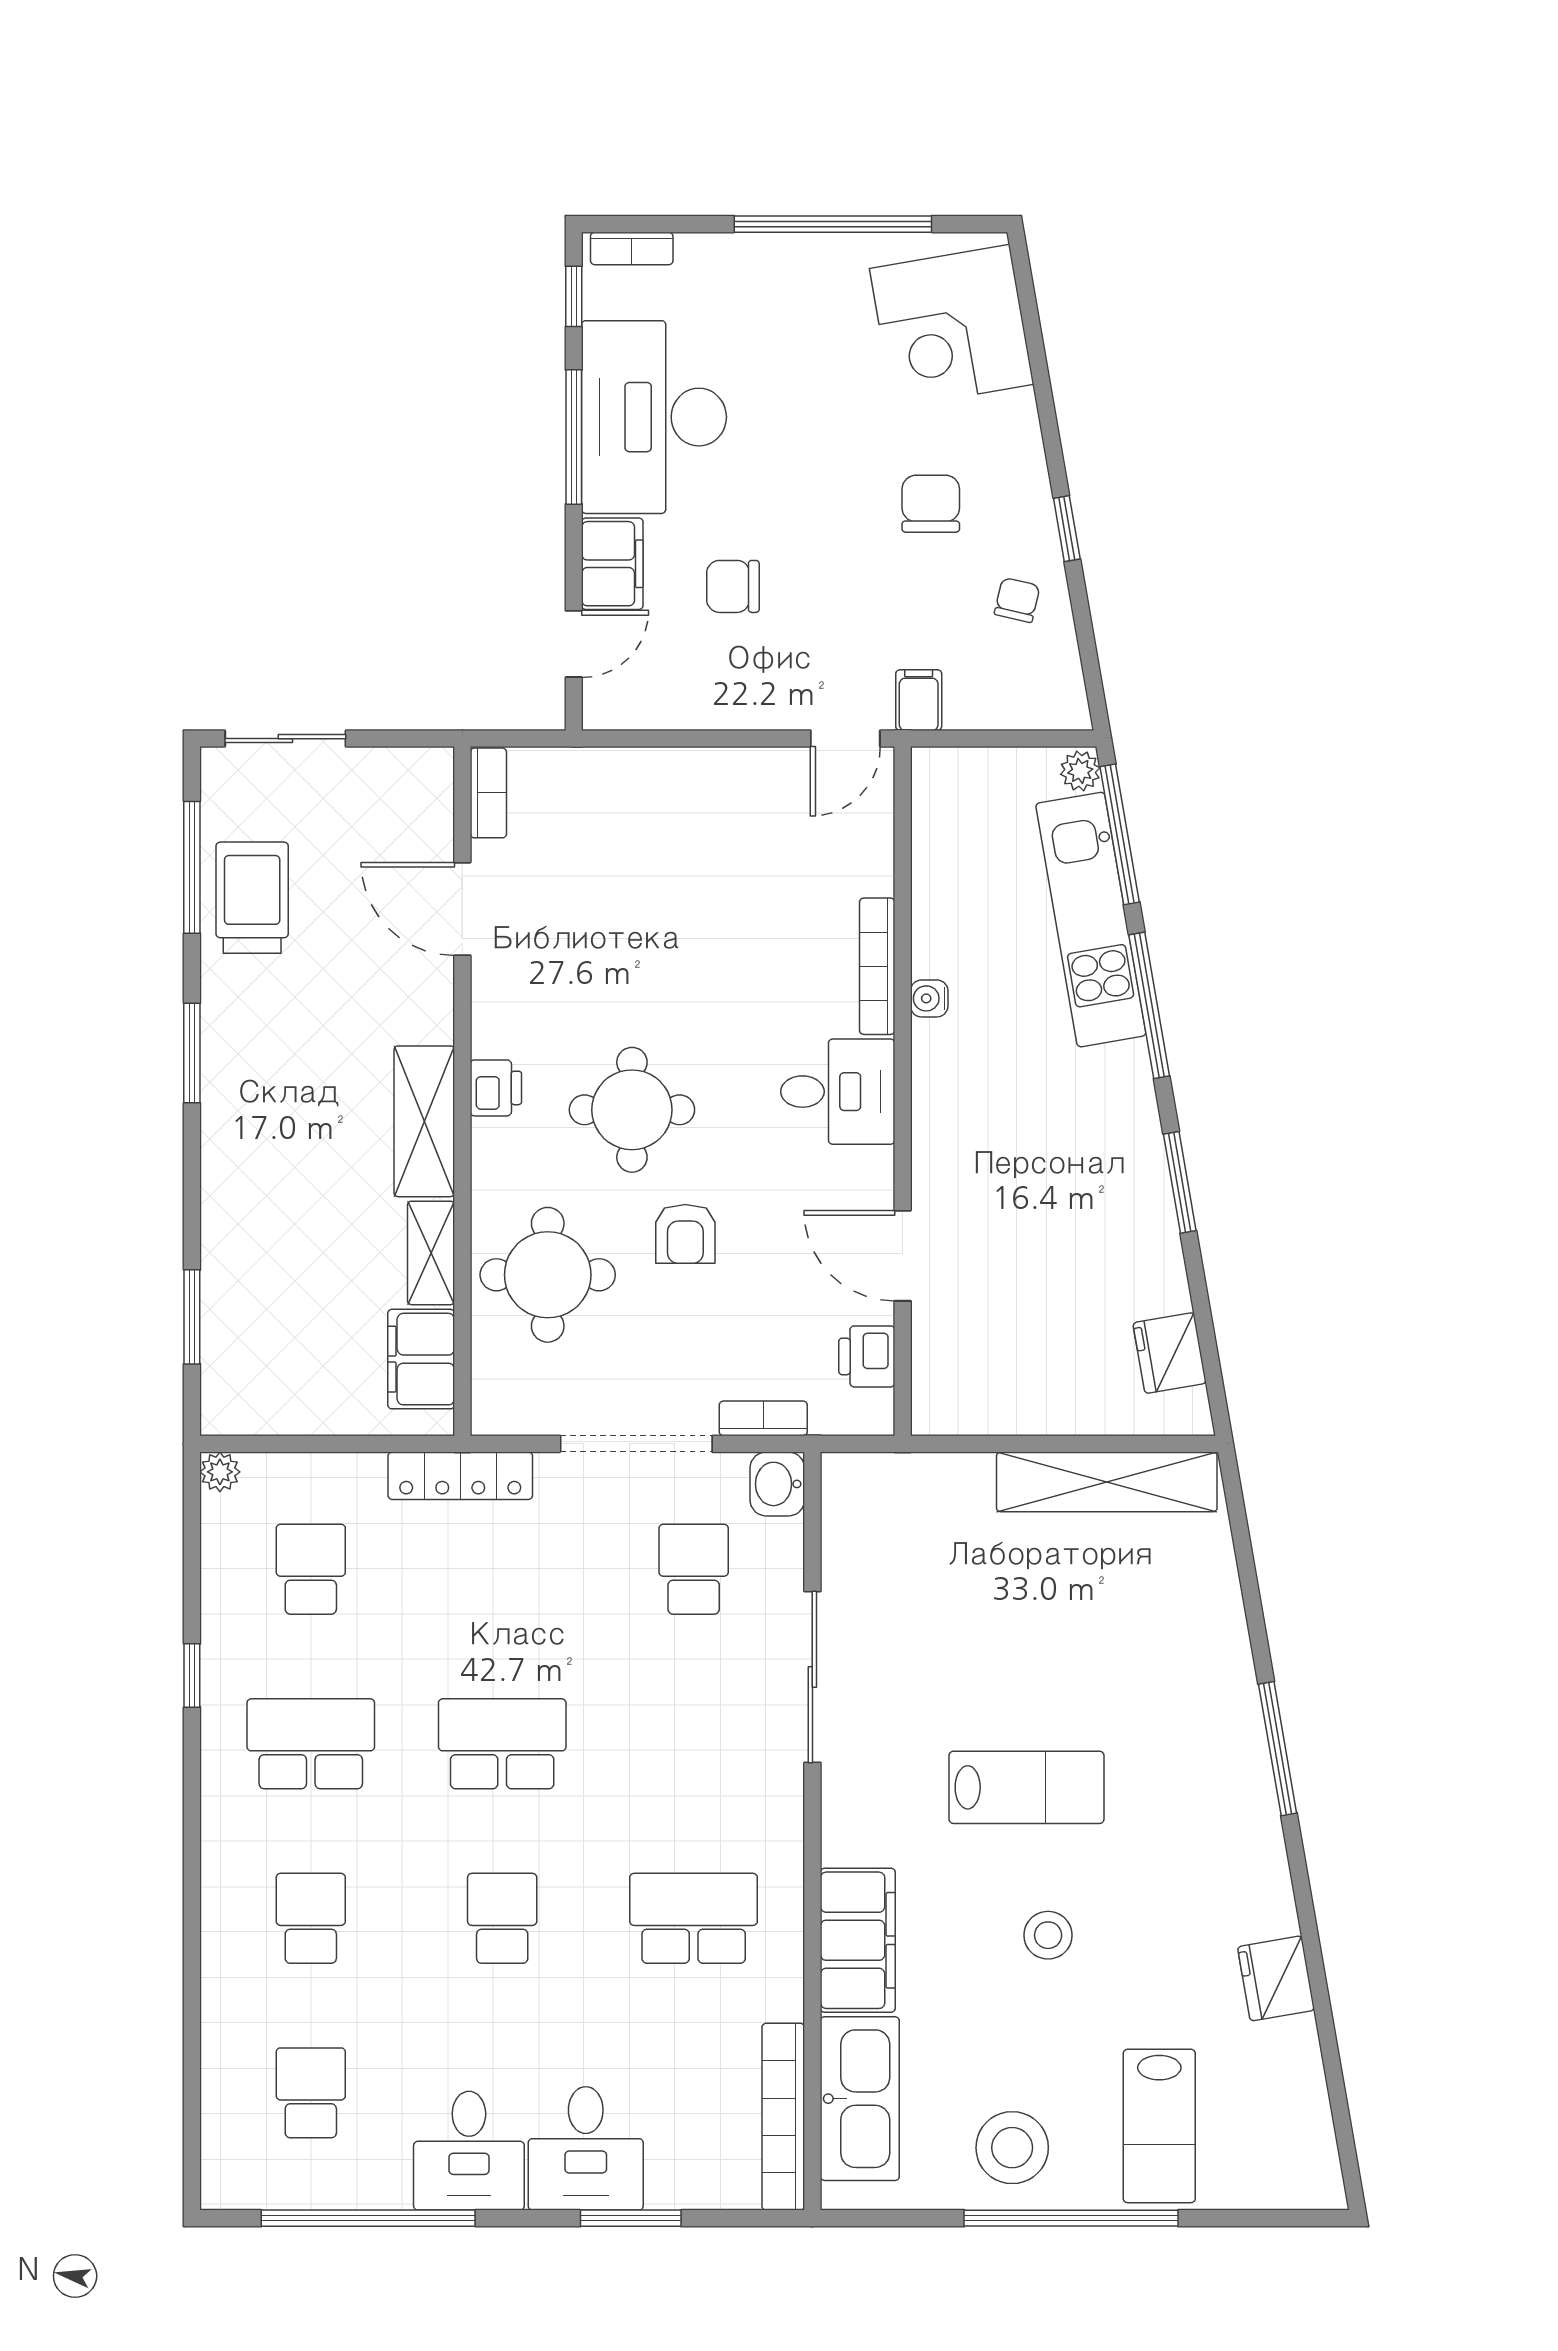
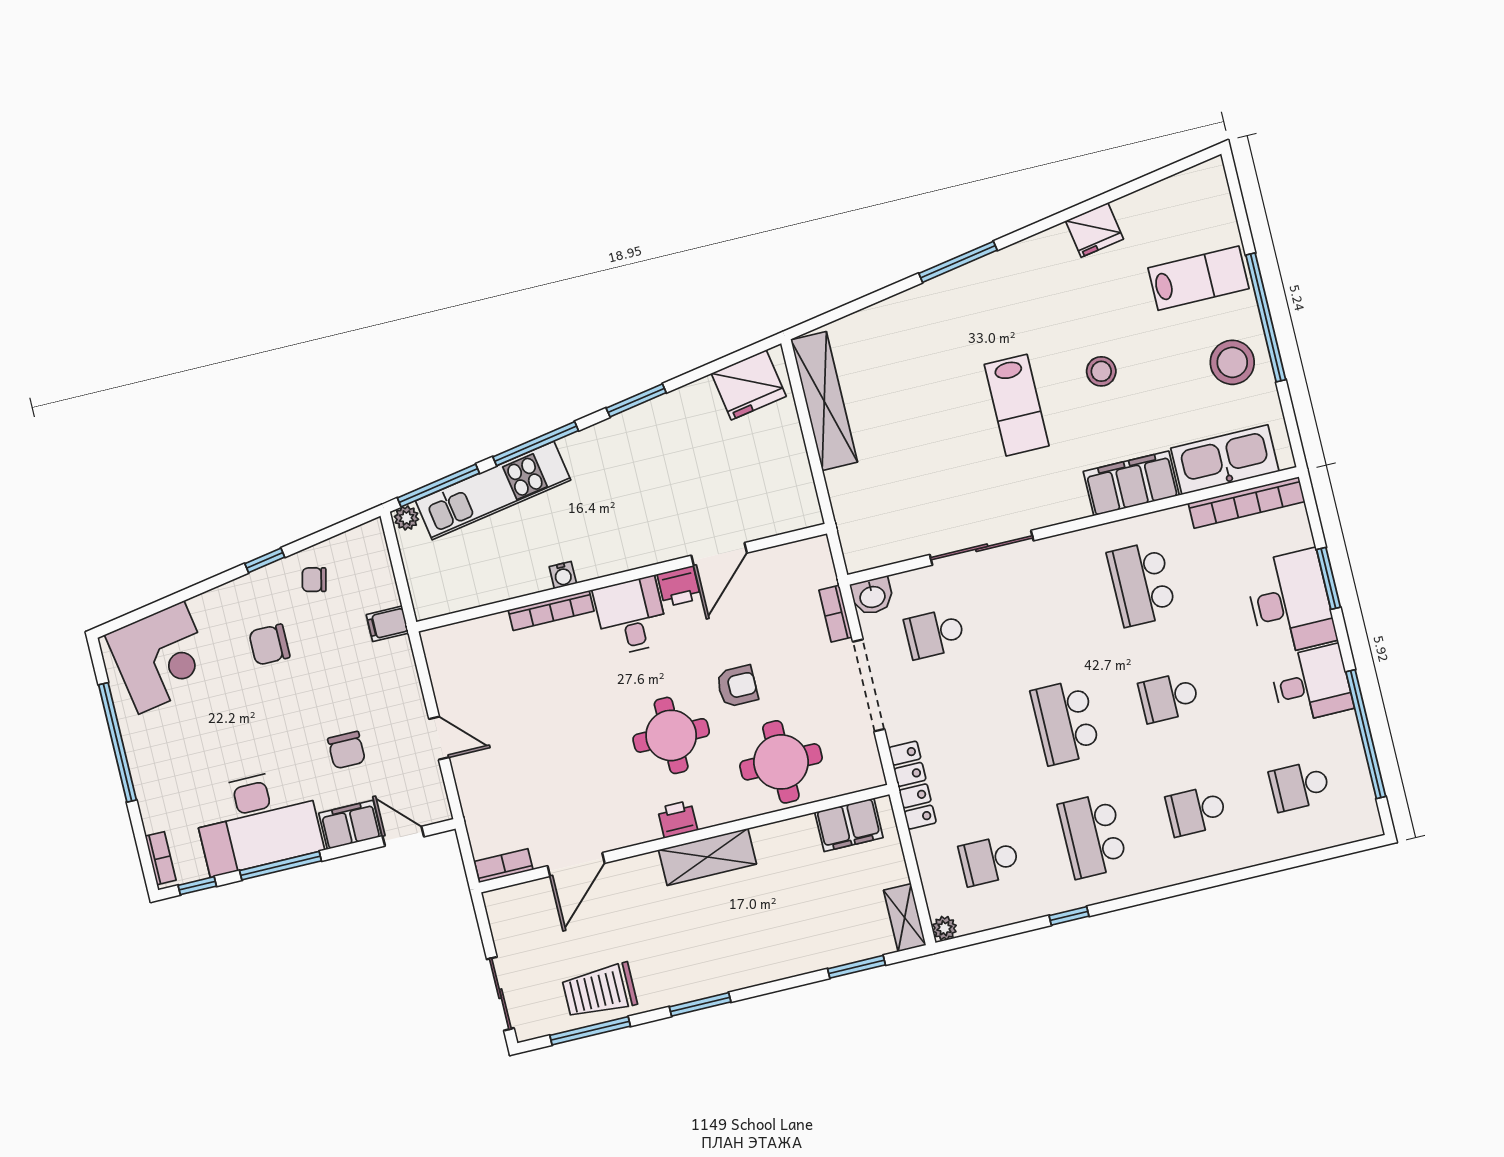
door: (845, 739) -> (439, 738), moved
shelving: (431, 1253) -> (905, 918), moved, turned 90
fridge: (1170, 1353) -> (749, 385), width x1.36, depth x1.34
printer: (867, 1356) -> (679, 586), moved
lab bench: (1026, 1787) -> (1017, 405), turned 180
desk: (586, 2148) -> (1290, 602), width x1.37

